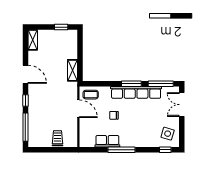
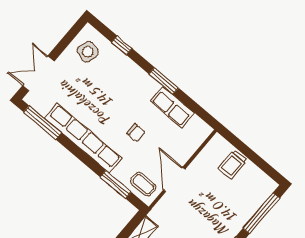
window: (131, 84) -> (116, 185), moved
double door: (182, 105) -> (38, 73), swing flipped
window: (121, 150) -> (164, 81), width x0.69
window: (165, 150) -> (122, 45), moved

